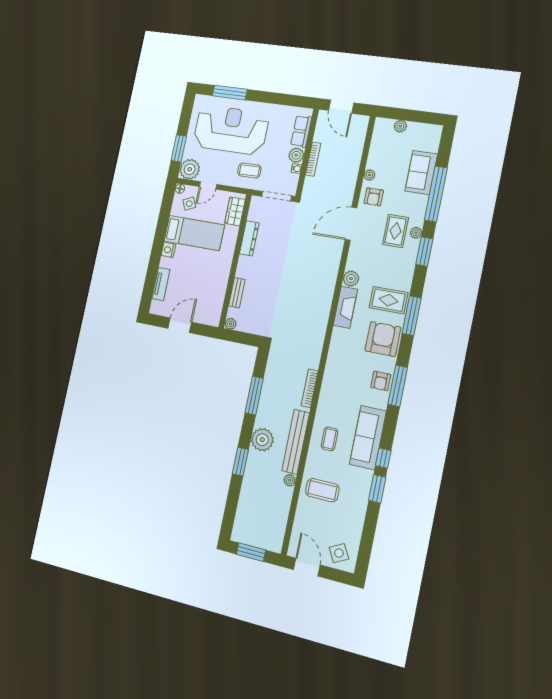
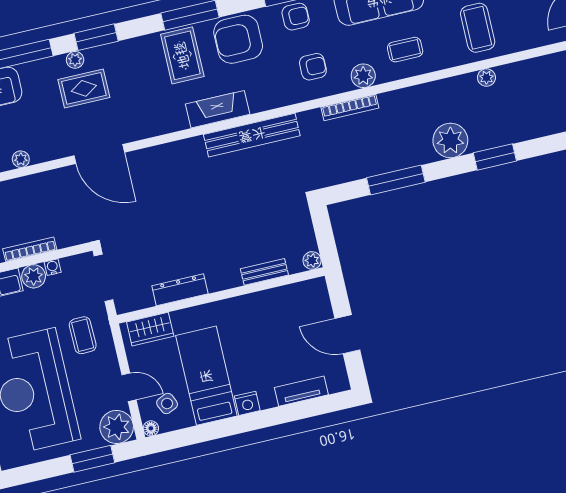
armchair: (374, 197) -> (313, 67), moved
plant: (351, 279) -> (363, 76), moved
bench: (296, 442) -> (252, 135), moved

